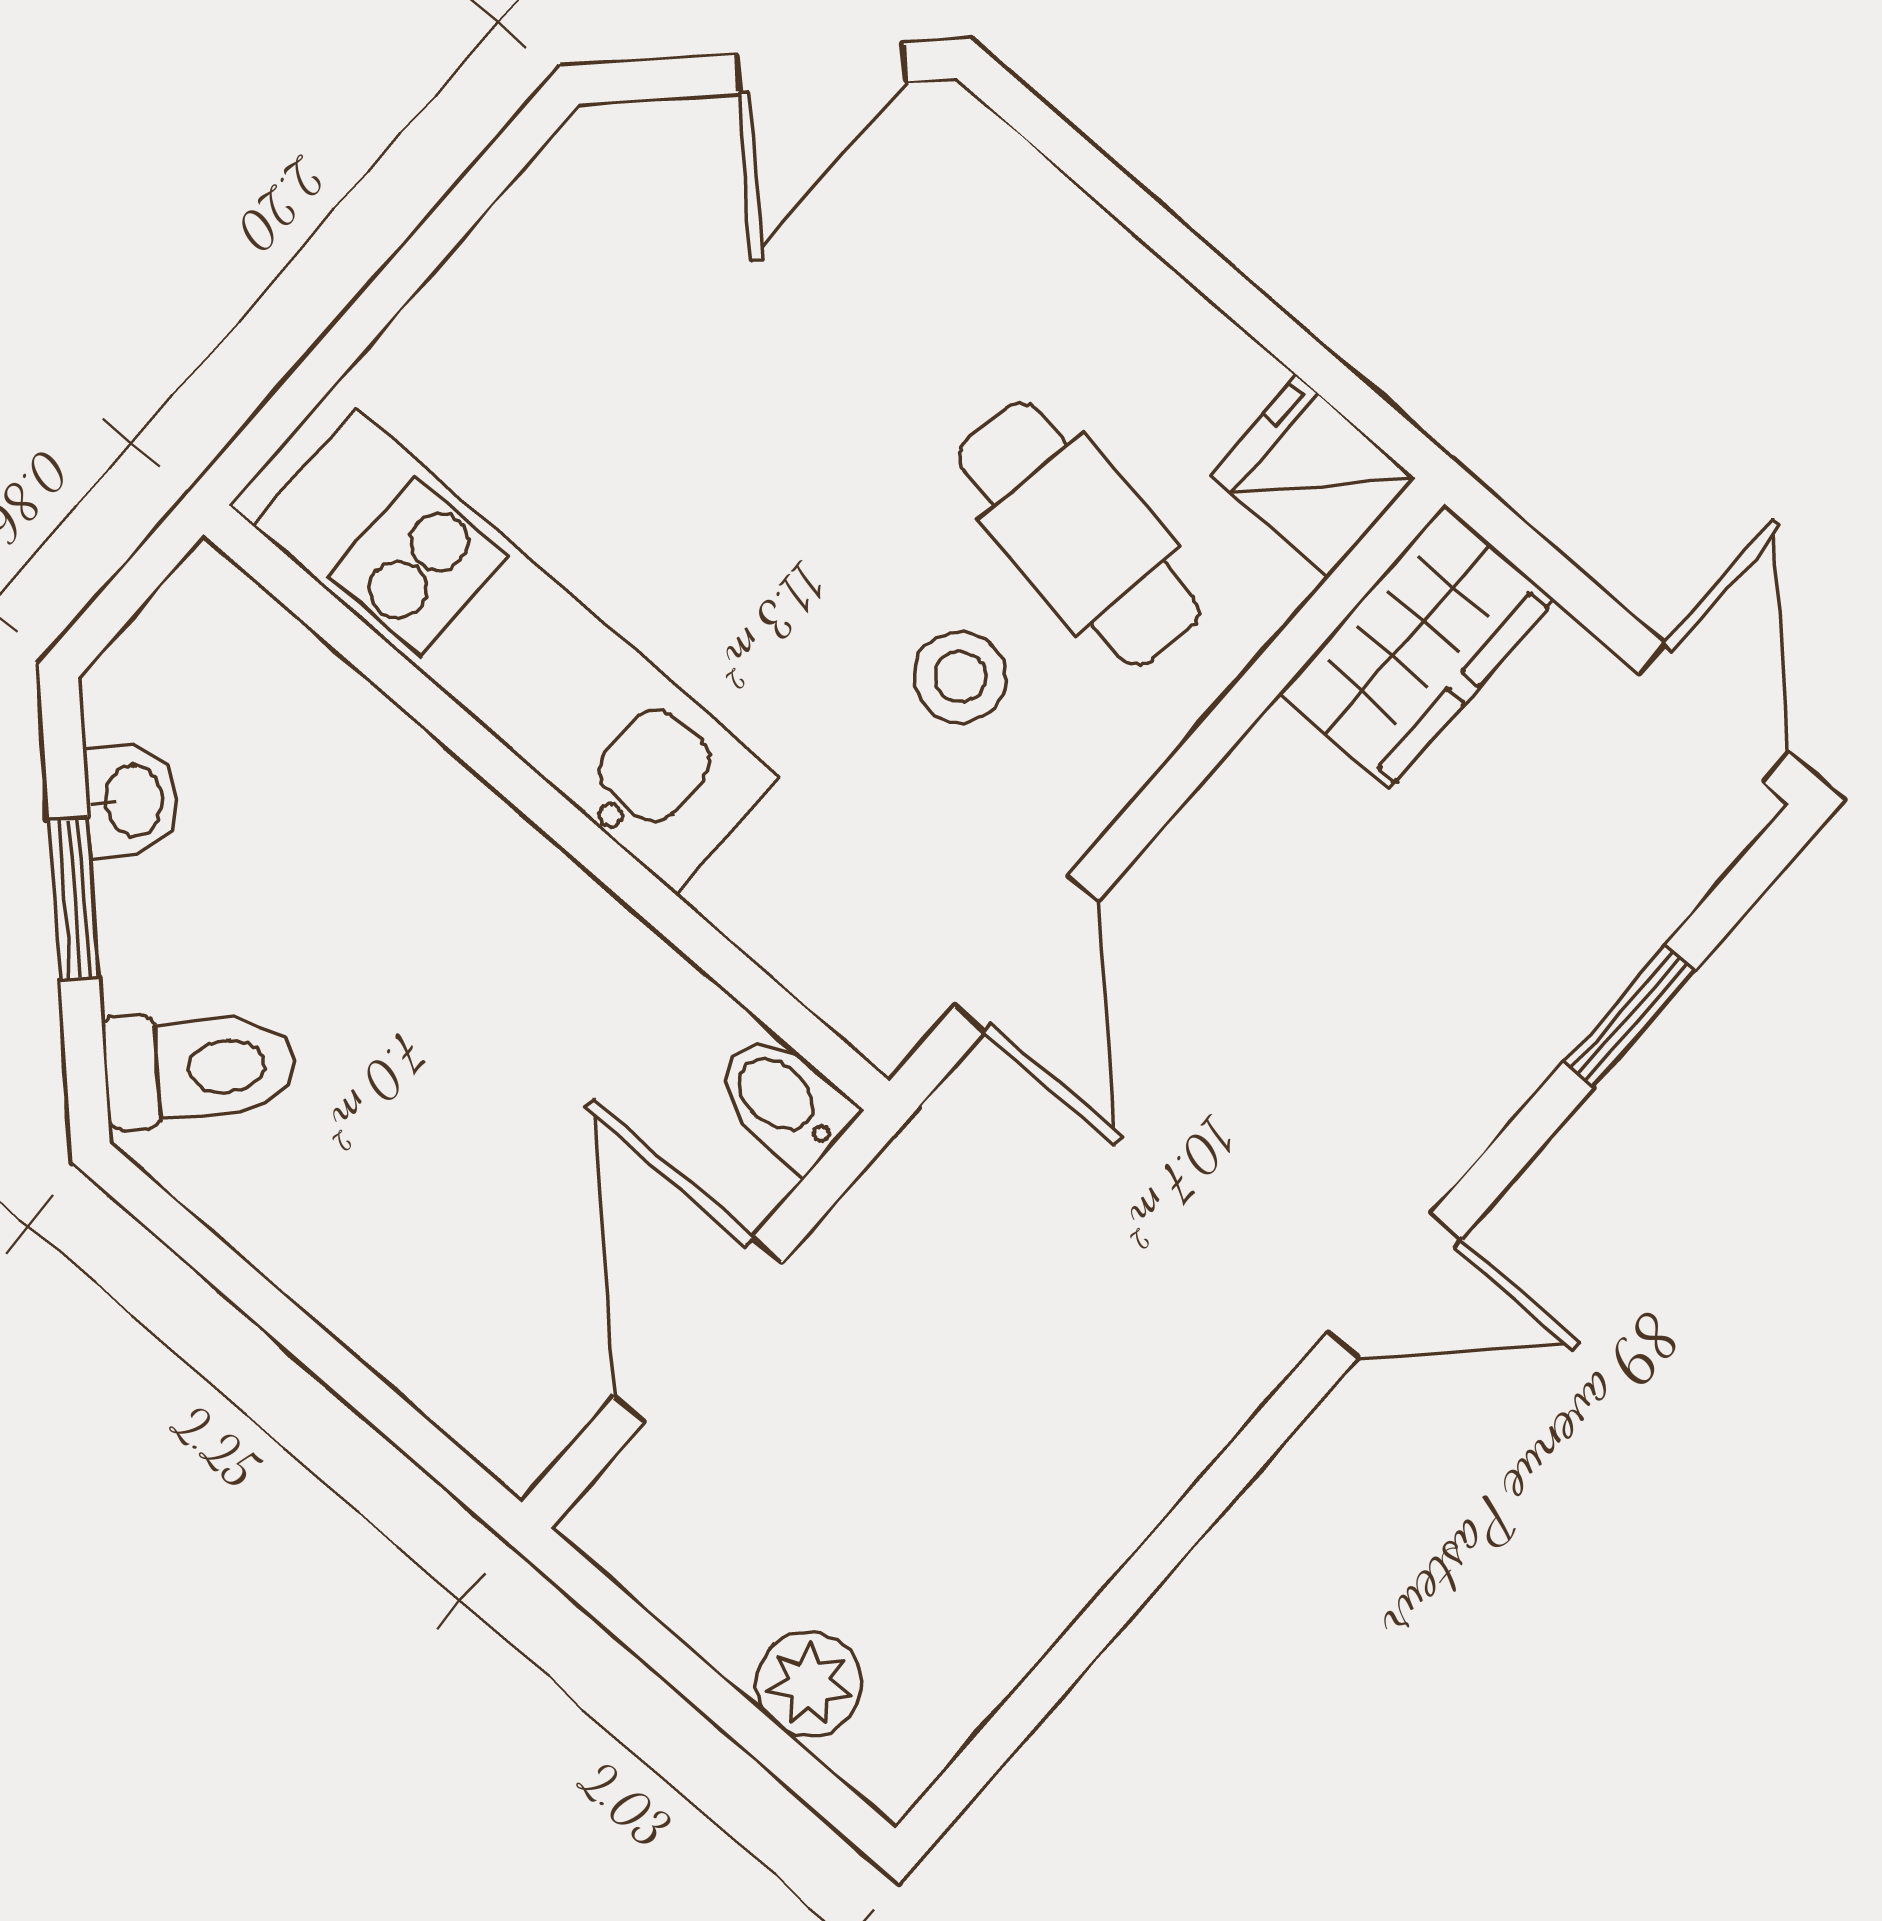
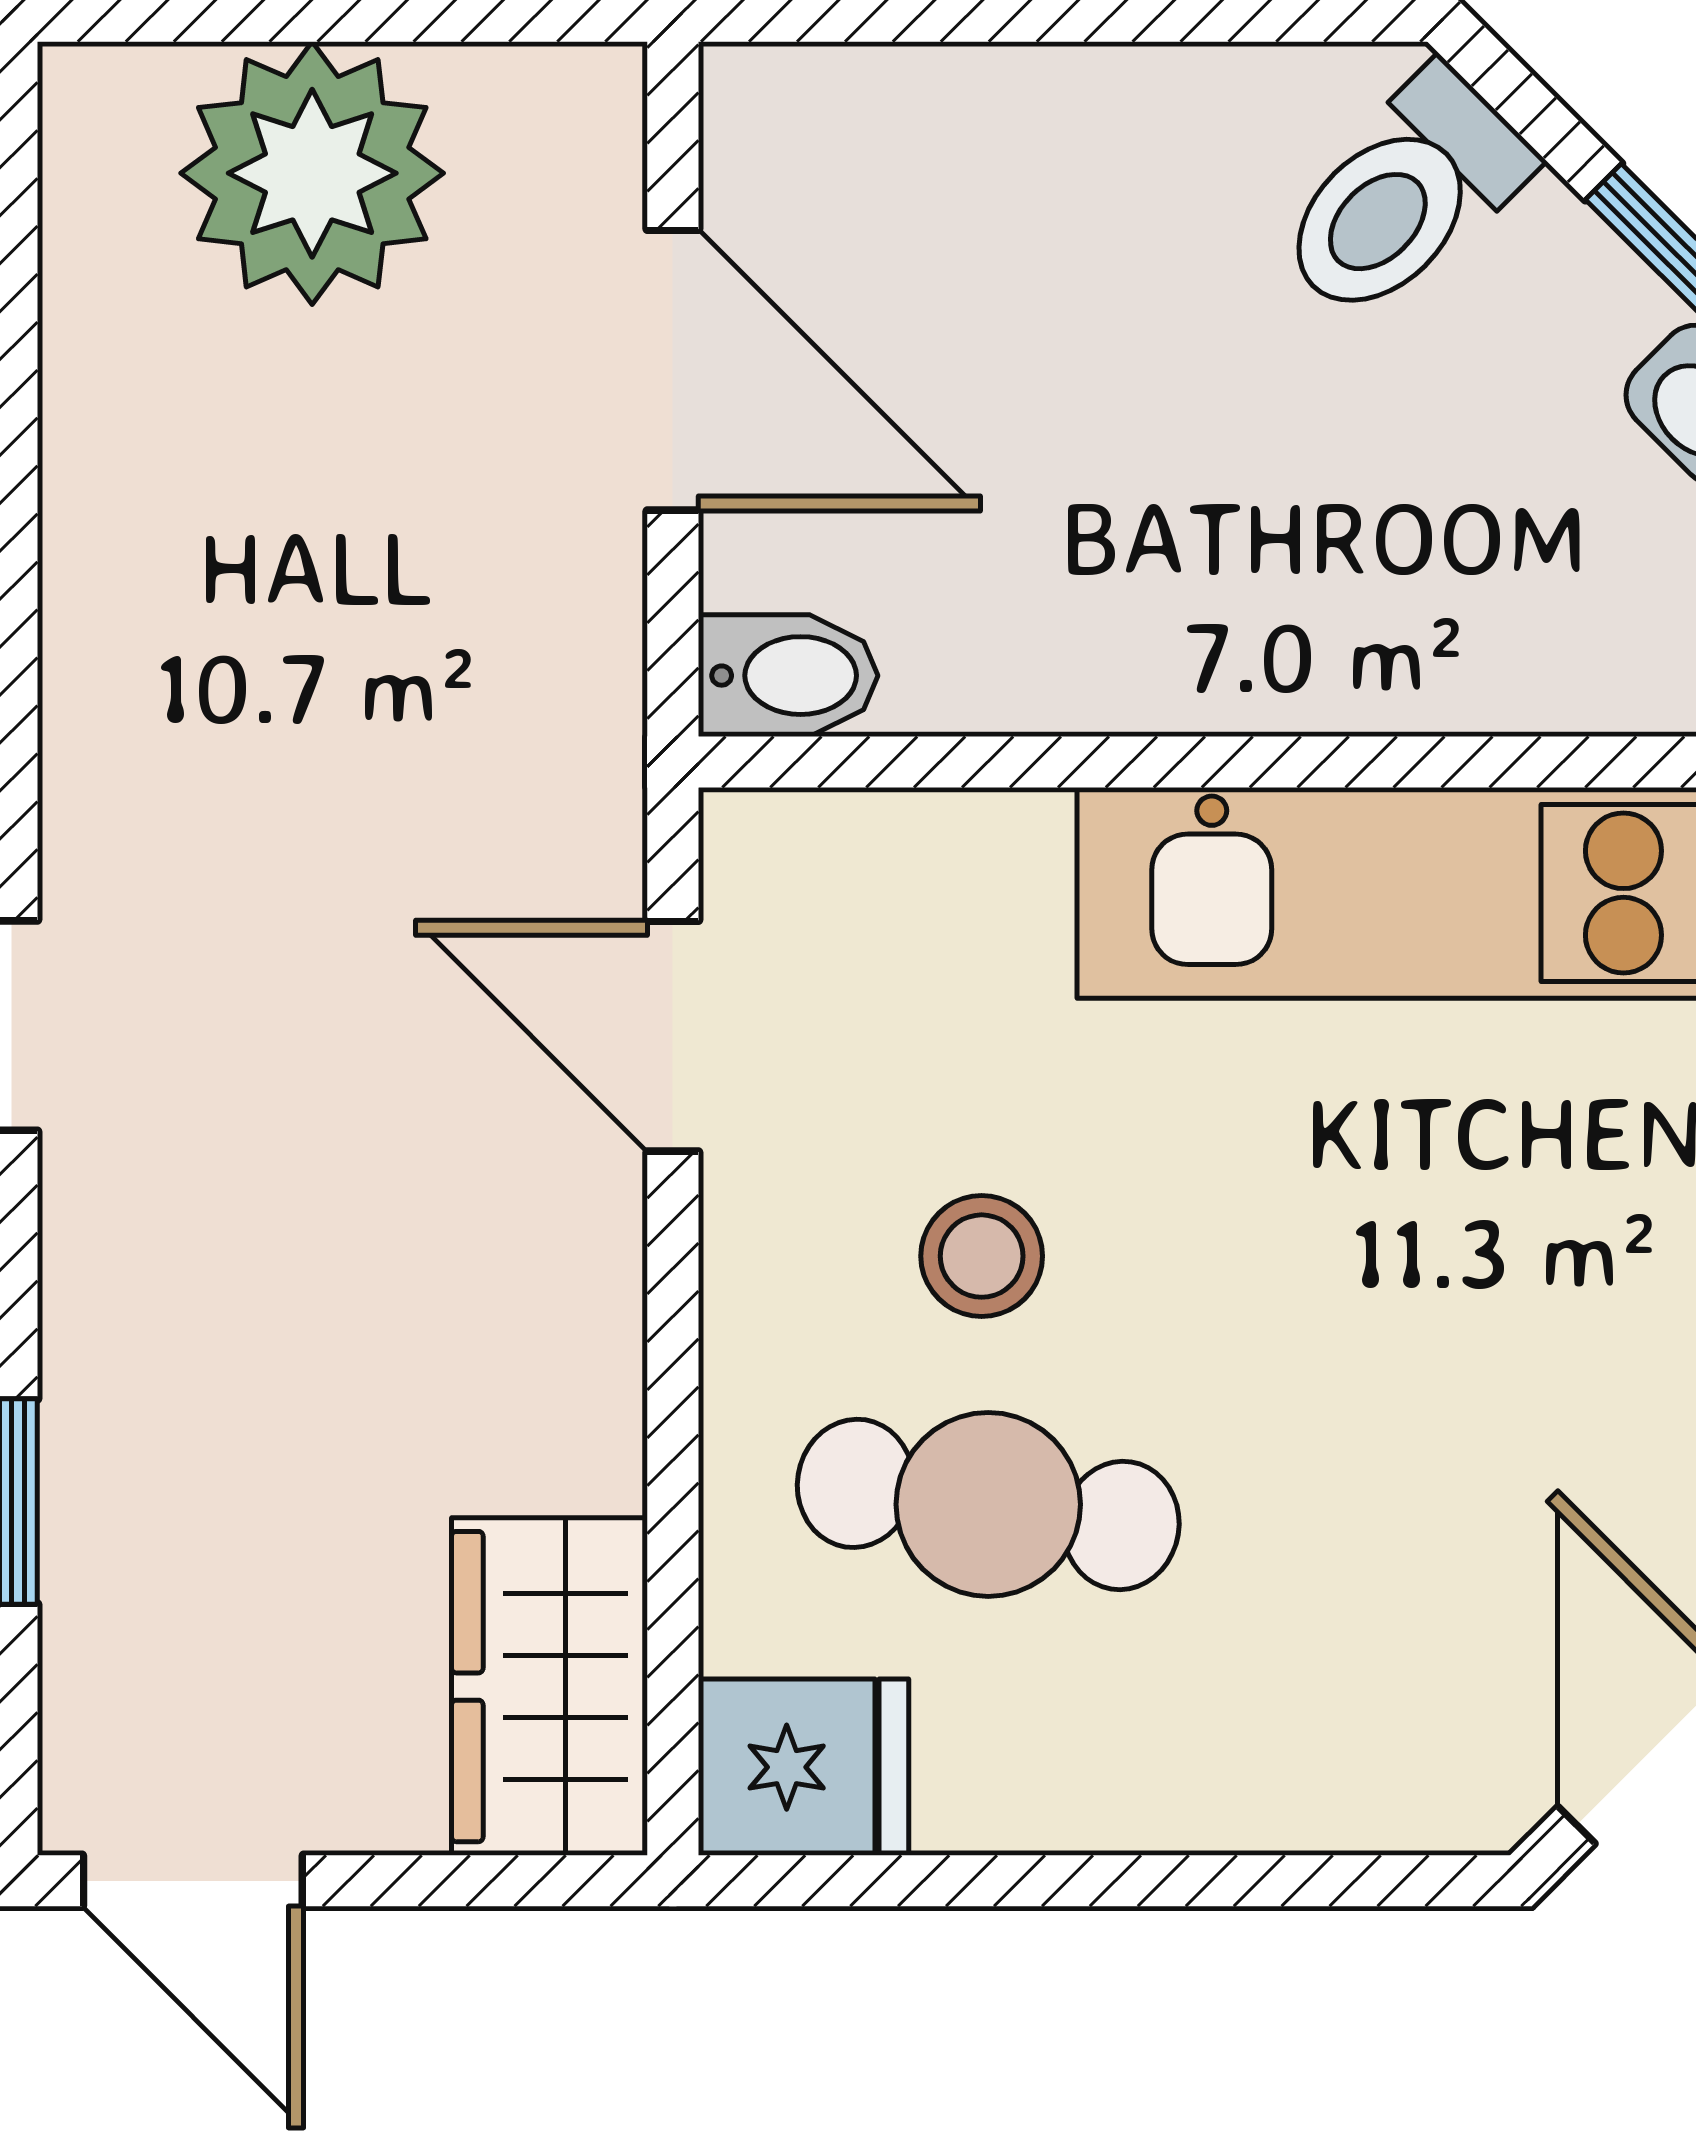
plant: (809, 1684) -> (312, 173), width x1.87, depth x1.87

